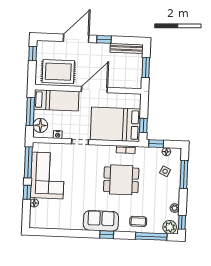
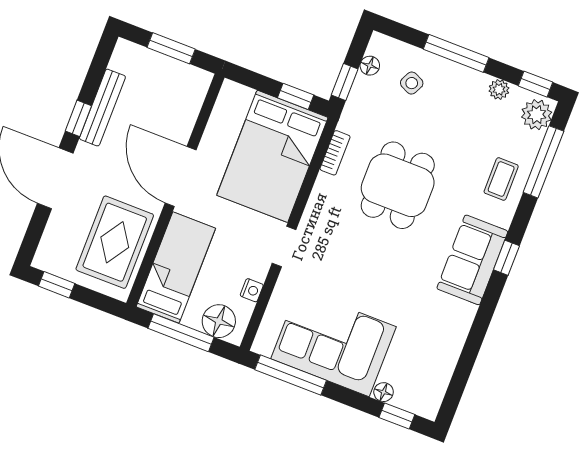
bench: (127, 48) -> (102, 108), moved
window: (184, 175) -> (456, 53), moved
window: (27, 192) -> (397, 416), moved

